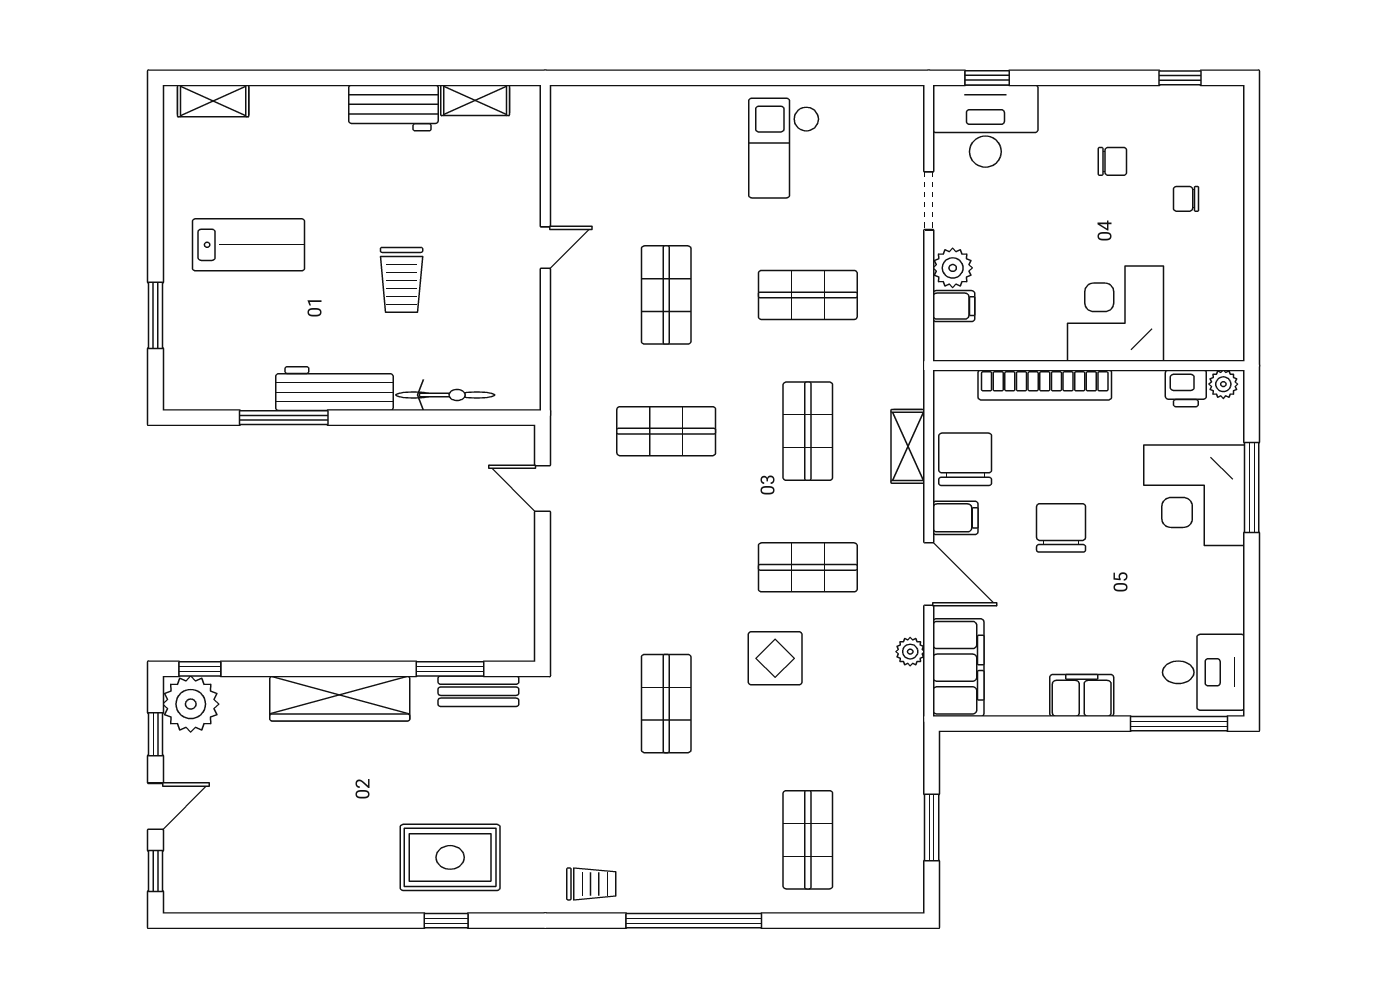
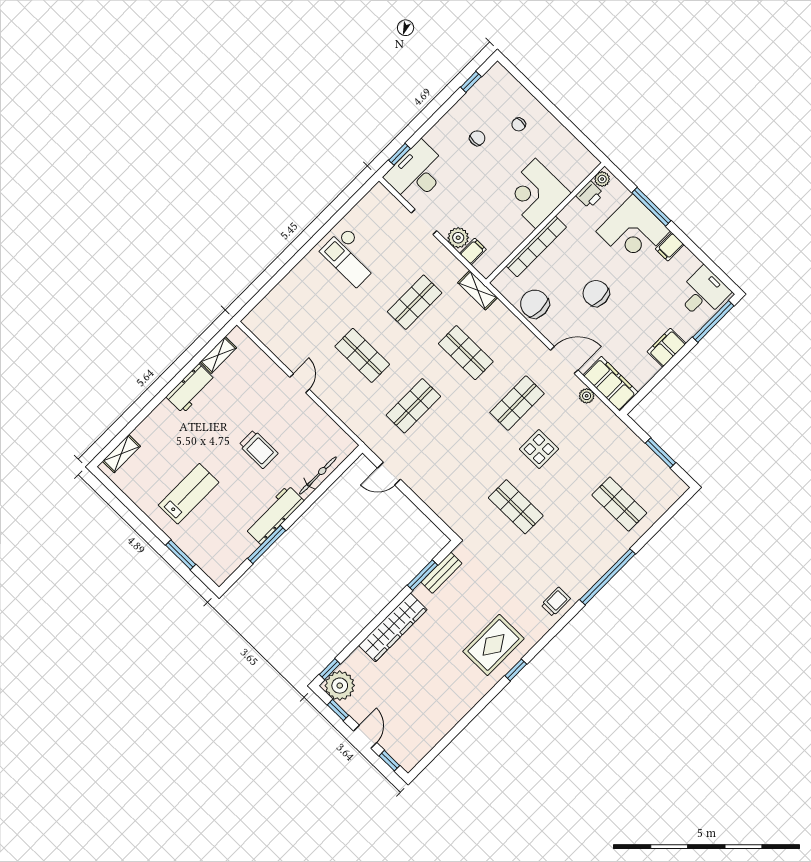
shelving: (908, 446) -> (478, 290), moved
filing cabinet: (955, 518) -> (670, 247), moved, turned 180

